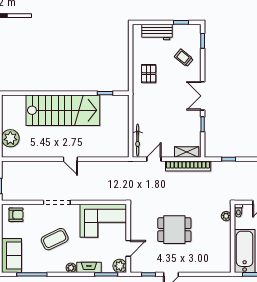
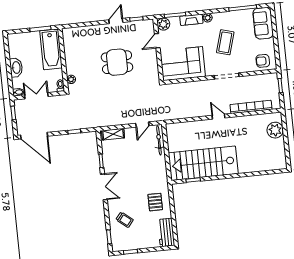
workbench: (157, 32) -> (166, 233), moved, turned -90
stairs: (63, 110) -> (203, 163), moved
bookcase: (188, 166) -> (251, 107), moved
coffee table: (55, 239) -> (225, 42), turned -48

